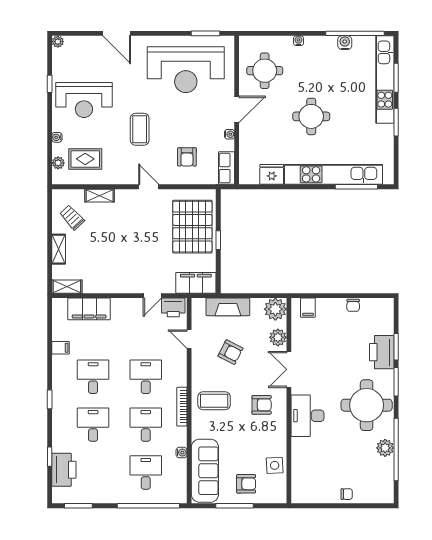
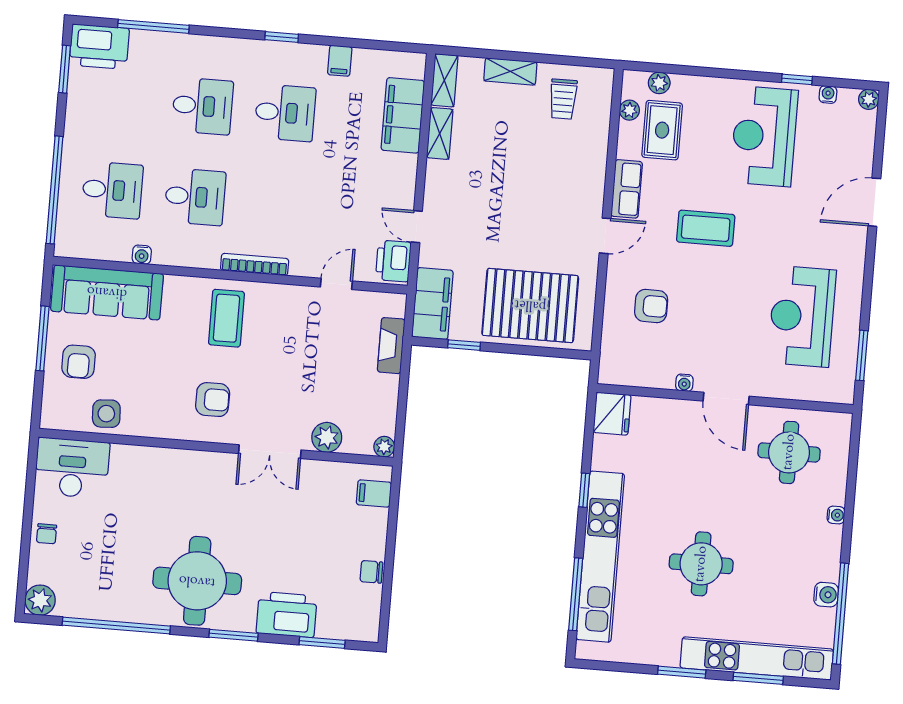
reception desk: (186, 70) -> (802, 316), width x0.74, depth x0.77
round table: (311, 116) -> (701, 564), moved
water cooler: (57, 137) -> (828, 94), moved
armchair: (187, 157) -> (651, 306), turned 180
row of seats: (227, 168) -> (627, 189), moved, turned 90
fridge: (272, 174) -> (612, 414), moved
plant: (75, 179) -> (629, 110), added
window: (296, 187) -> (584, 490), added
shelving: (100, 196) -> (440, 133), moved
trolley: (72, 217) -> (563, 99), turned 133
window: (218, 240) -> (464, 345), moved
fireplace: (228, 307) -> (391, 346), width x0.73, depth x0.76
plant: (275, 309) -> (384, 447), width x0.53, depth x0.53
window: (396, 347) -> (322, 643), moved
armchair: (230, 352) -> (308, 353), removed
double door: (289, 369) -> (270, 452), swing flipped
desk: (146, 377) -> (278, 204), removed
window: (50, 399) -> (282, 37), moved
armchair: (262, 405) -> (213, 400), turned -90
bookcase: (182, 407) -> (255, 265), moved
desk: (308, 416) -> (72, 468), moved
plant: (385, 448) -> (40, 600), moved
window: (50, 457) -> (153, 26), width x2.17
printer: (64, 470) -> (99, 47), moved

